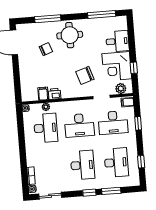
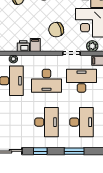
filing cabinet: (43, 94) -> (35, 45), moved
desk: (113, 123) -> (82, 81), turned 180
window: (89, 193) -> (40, 151), moved

